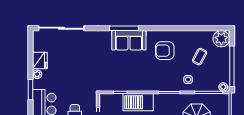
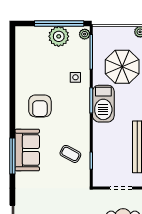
plant: (221, 39) -> (59, 36), moved
coffee table: (200, 57) -> (70, 154), moved
barbecue: (138, 102) -> (103, 104), moved

